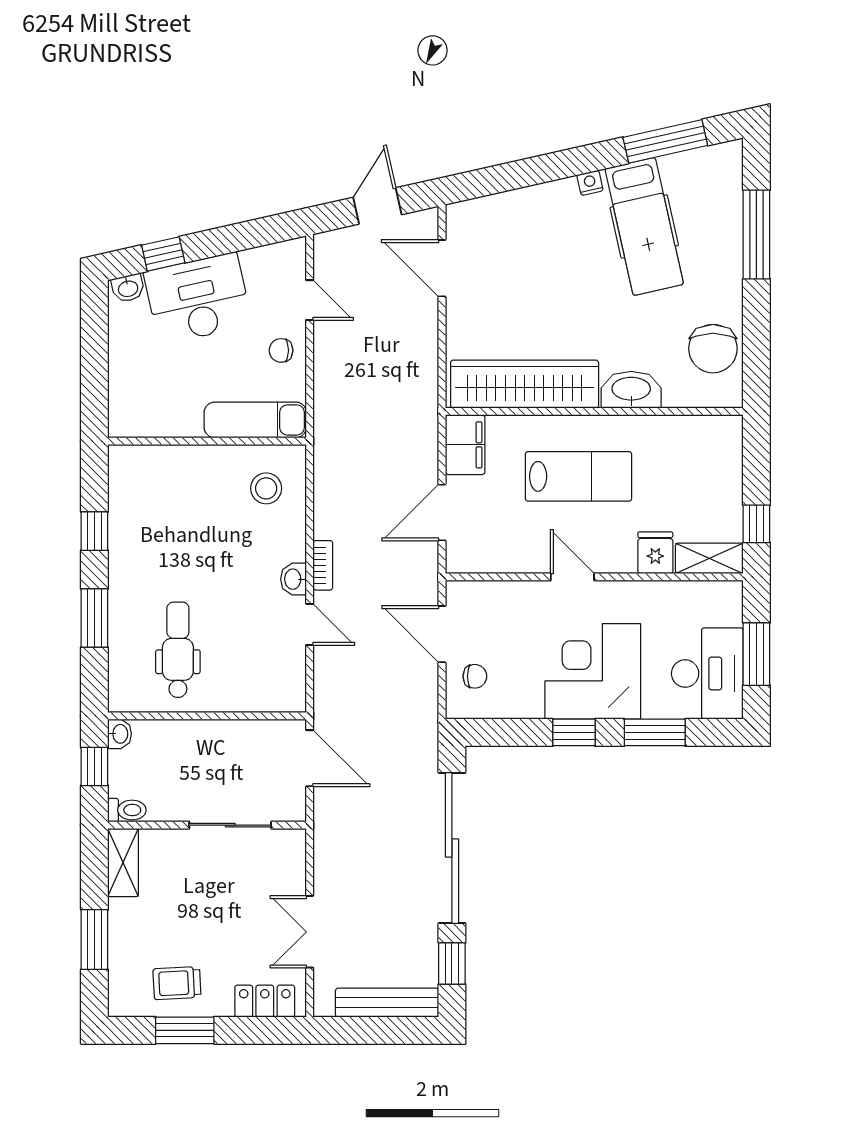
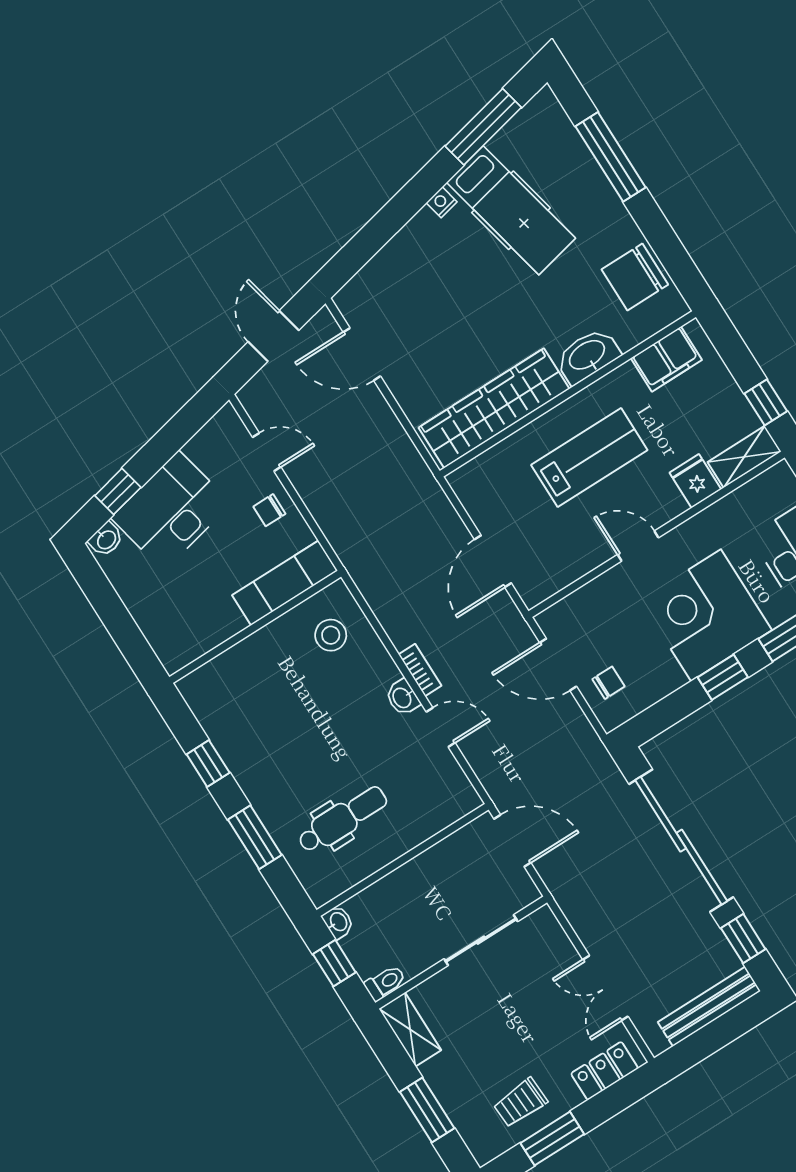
chair: (713, 349) -> (635, 277), turned 90
filing cabinet: (465, 445) -> (666, 359), moved, turned 90
dental chair: (178, 650) -> (342, 819), turned 90

